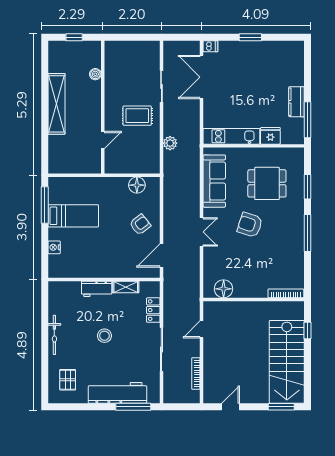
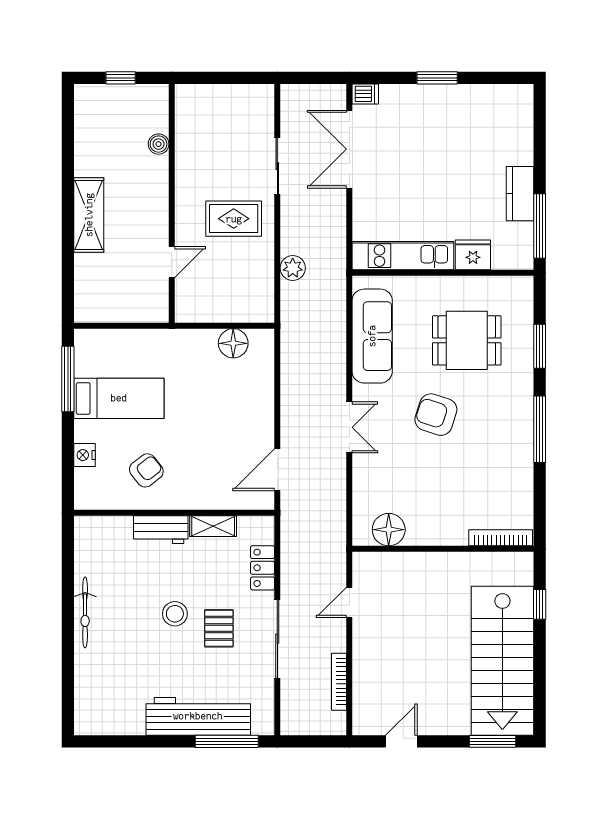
shelving: (56, 104) -> (89, 215), width x0.68
armchair: (140, 225) -> (146, 470), moved
pallet: (68, 380) -> (219, 628), moved

